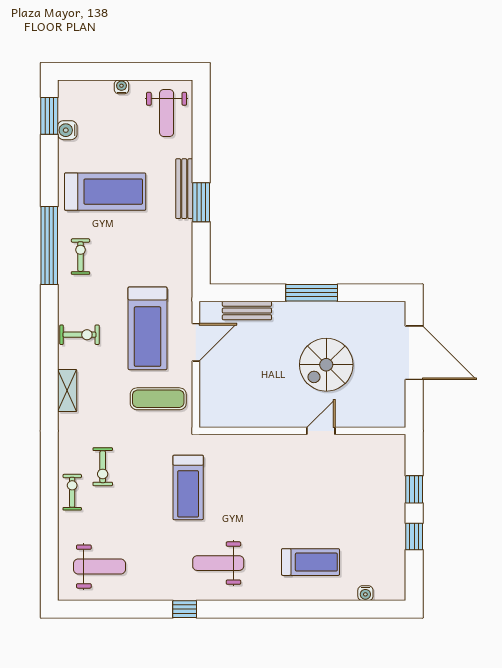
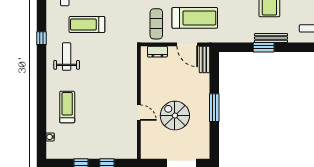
bench: (247, 311) -> (204, 59), moved
treadmill: (148, 328) -> (195, 18), turned 180
dresser: (209, 397) -> (157, 52), added
treadmill: (188, 487) -> (87, 25), moved
treadmill: (311, 562) -> (67, 107), turned 180

